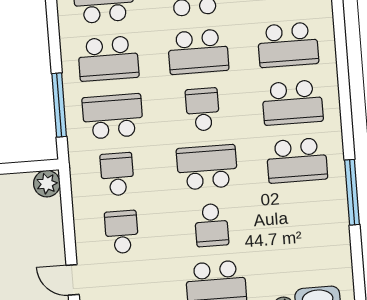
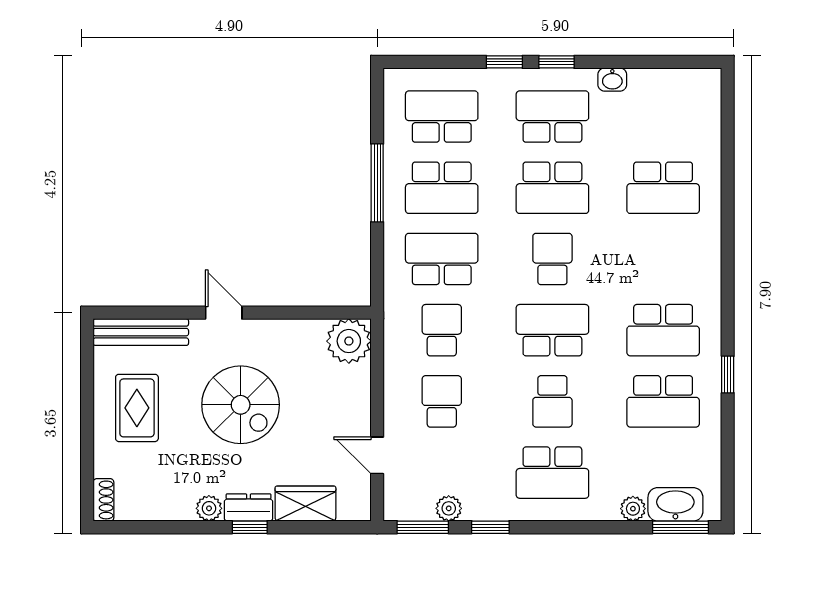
school desk: (292, 103) -> (663, 401), moved
window: (59, 105) -> (377, 183), moved
plant: (47, 184) -> (349, 341), width x1.36, depth x1.36
window: (352, 192) -> (728, 375), width x0.46

